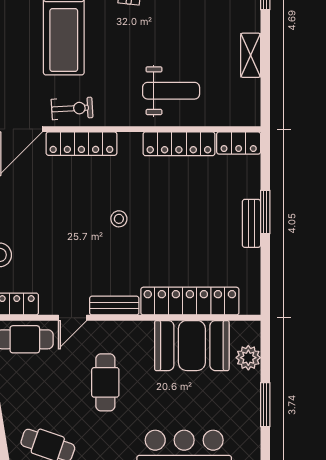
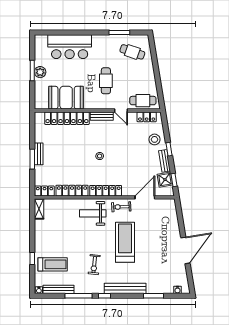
shelving: (251, 55) -> (39, 209), moved
weight bench: (171, 91) -> (93, 213), moved
locker: (81, 144) -> (106, 191), moved
door: (72, 318) -> (121, 110), swing flipped
plant: (248, 358) -> (40, 72), moved

